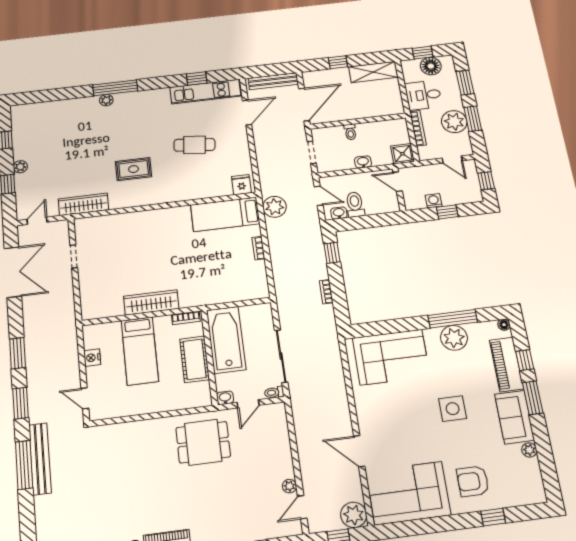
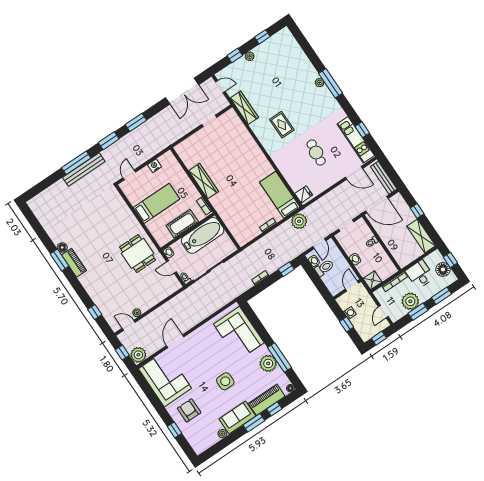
bed: (140, 351) -> (157, 203), moved, turned 180

